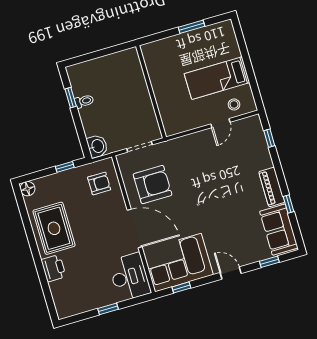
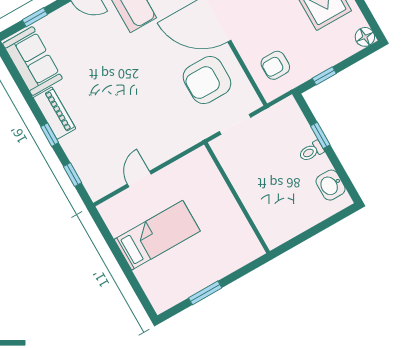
window: (71, 98) -> (320, 135), moved
toilet: (84, 101) -> (311, 151), moved
stool: (234, 104) -> (128, 207), removed
washbasin: (97, 146) -> (331, 185), moved
window: (289, 204) -> (50, 135), moved

